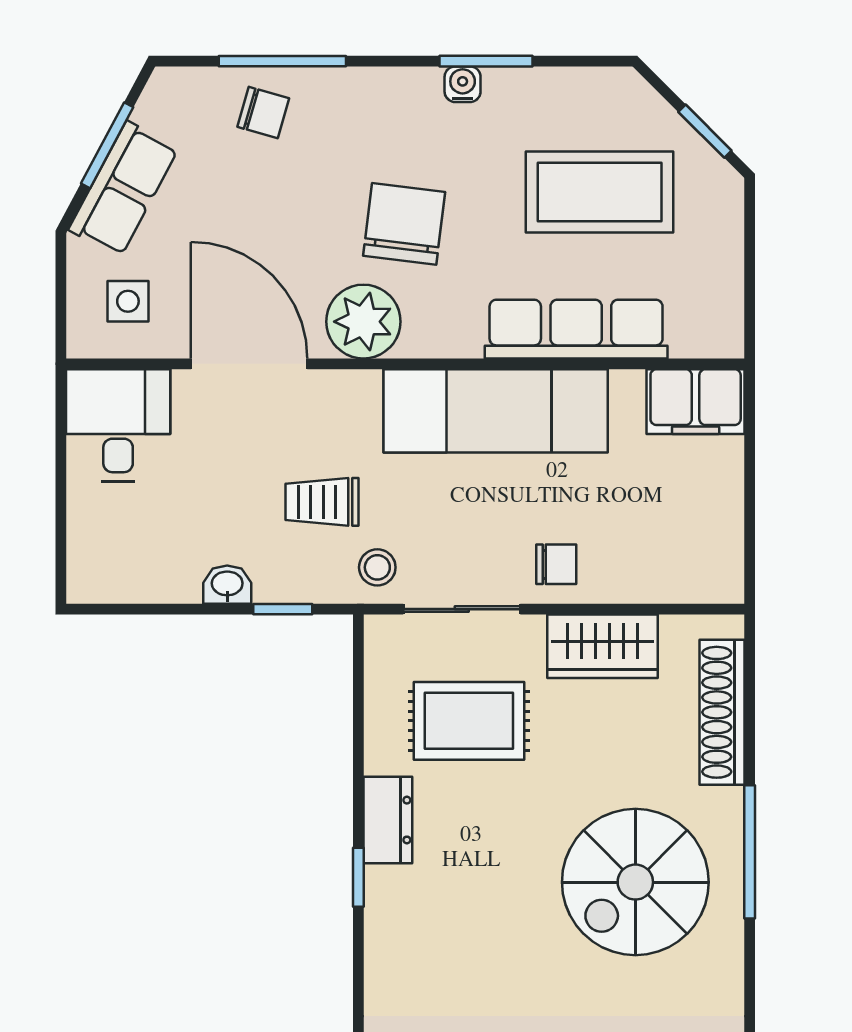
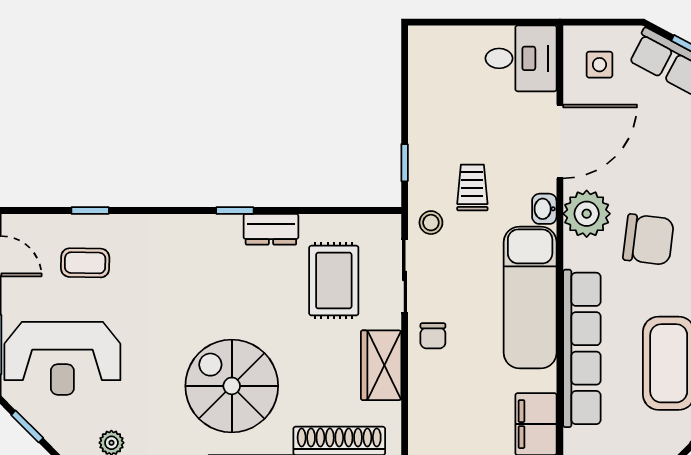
row of seats: (576, 329) -> (582, 348), width x1.36
washbasin: (227, 585) -> (544, 209), moved, turned 180

